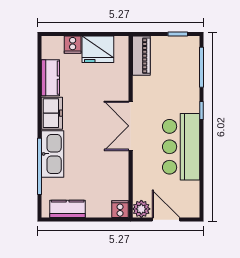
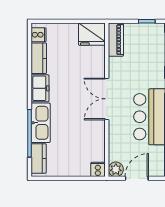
cooker: (73, 45) -> (39, 35), moved, turned -90
fridge: (98, 49) -> (92, 34), moved
kitchen counter: (68, 209) -> (39, 159), moved, turned 90
door: (166, 220) -> (137, 178), hinge flipped

